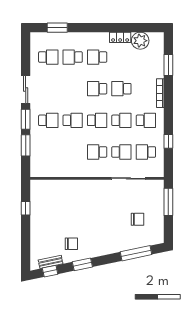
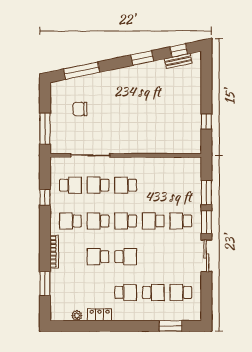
plant: (140, 41) -> (77, 316), width x0.53, depth x0.53
school desk: (121, 89) -> (98, 257), turned 180
school desk: (97, 152) -> (126, 185), turned 180
chair: (71, 244) -> (155, 81), removed

